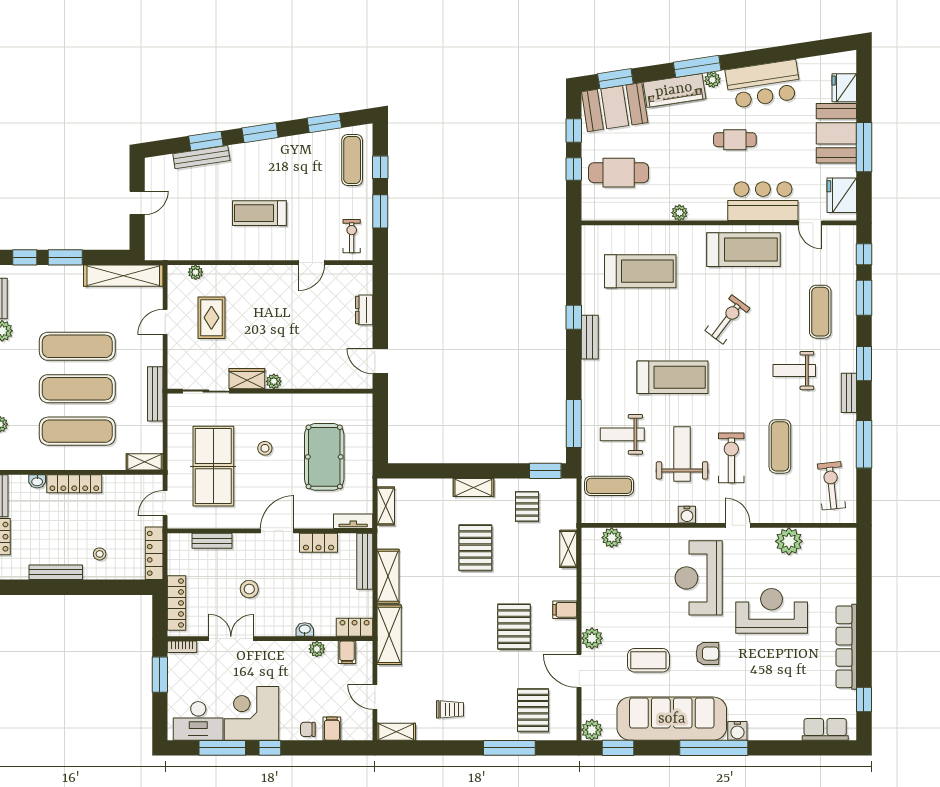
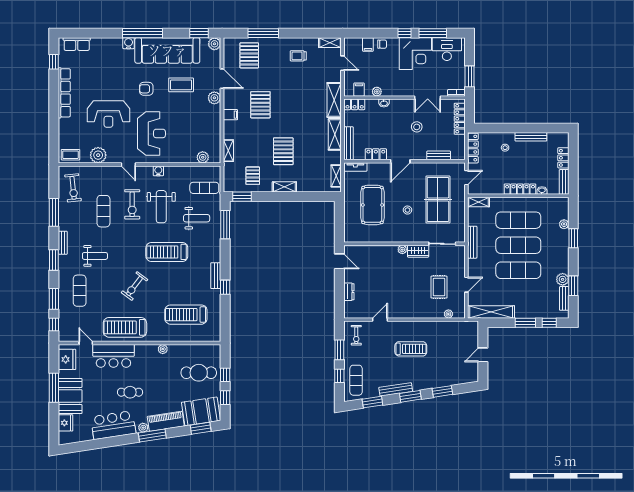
bench: (201, 157) -> (396, 389), moved
coffee table: (836, 542) -> (70, 155), added

